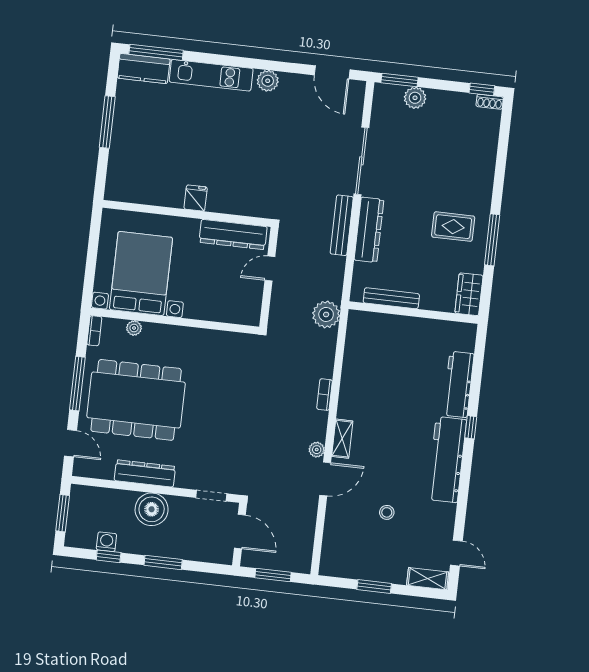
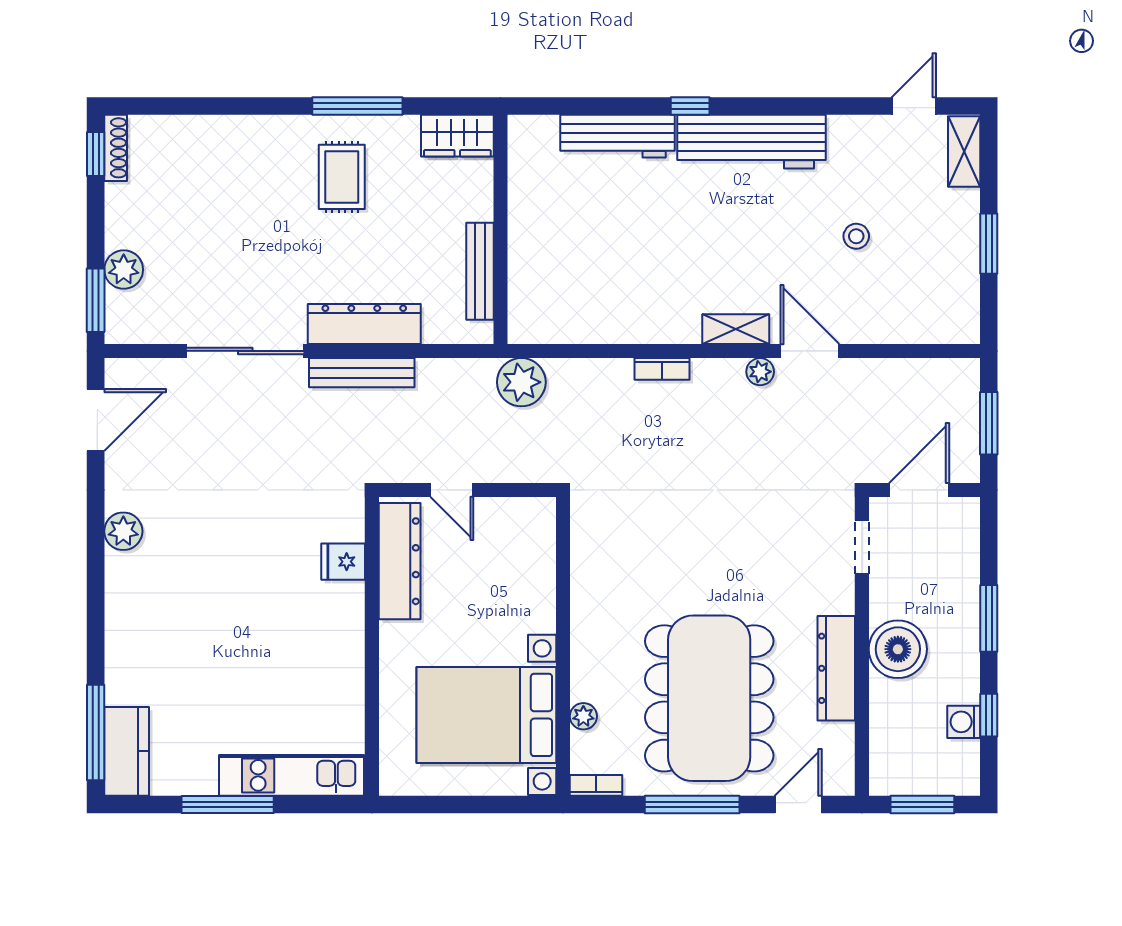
kitchen unit: (211, 75) -> (291, 775), moved, turned -90
shoe rack: (490, 102) -> (116, 148), width x1.43
fridge: (196, 198) -> (343, 562), moved

